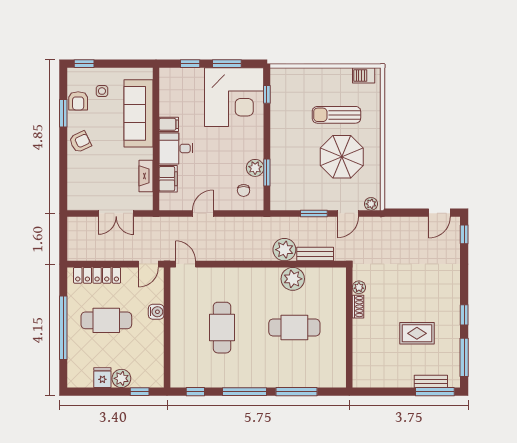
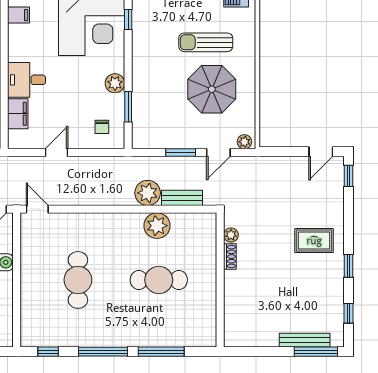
filing cabinet: (169, 124) -> (18, 15), moved
plant: (255, 168) -> (115, 83), moved
rug: (417, 333) -> (314, 241), moved
window: (464, 357) -> (349, 313), width x0.46
bench: (431, 381) -> (305, 340), width x1.36

